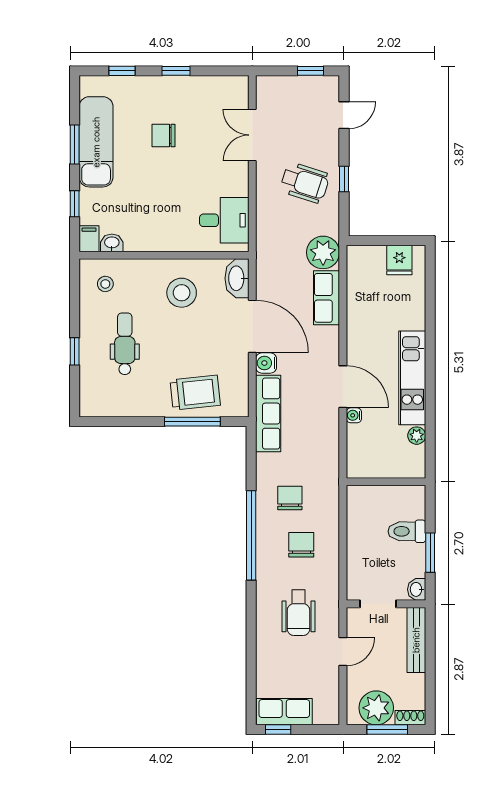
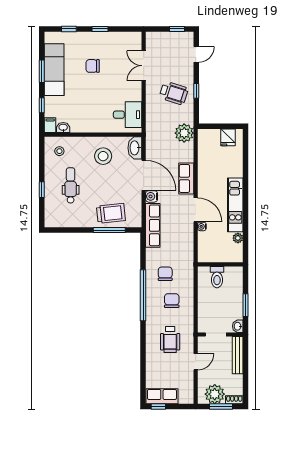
row of seats: (327, 298) -> (186, 178), moved
toilet: (407, 531) -> (217, 277), moved, turned -90

